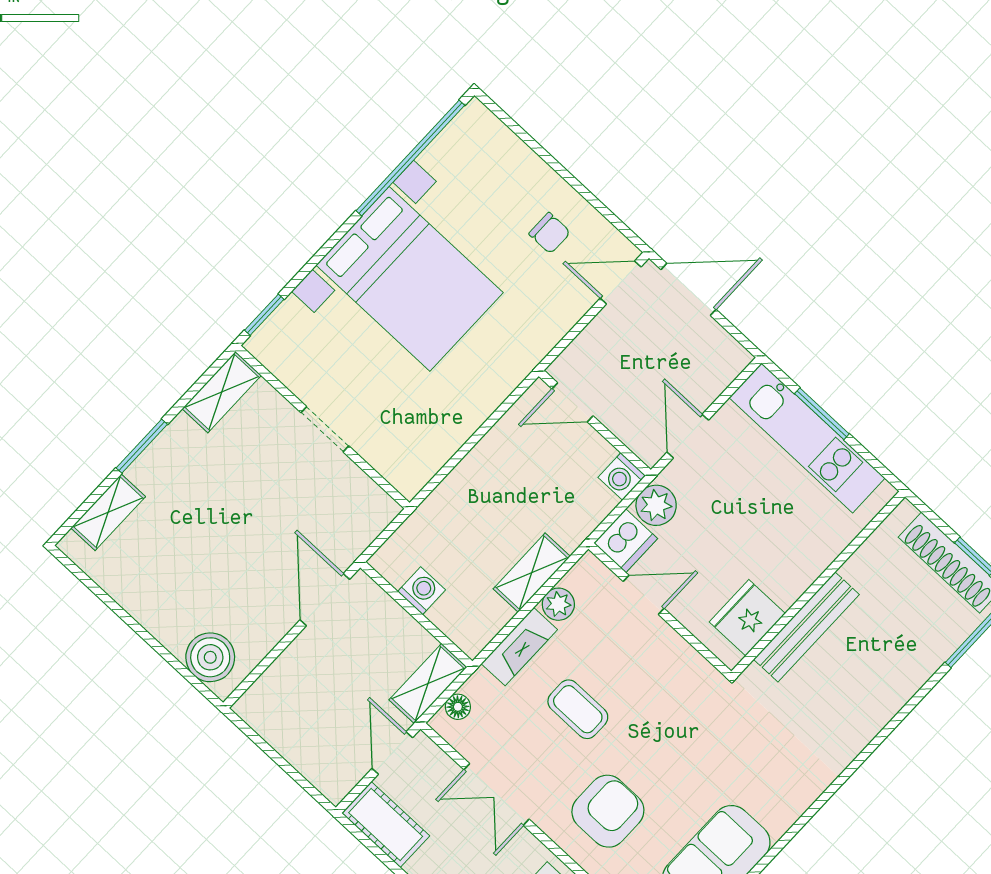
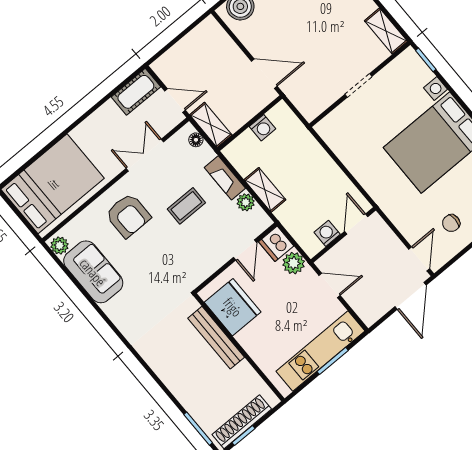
washing machine: (622, 477) -> (327, 233), moved
fridge: (747, 618) -> (233, 307), width x1.36, depth x1.34

